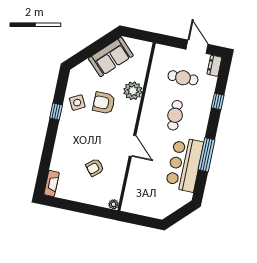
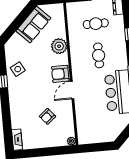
armchair: (104, 103) -> (60, 74), moved
door: (132, 146) -> (72, 90), swing flipped

